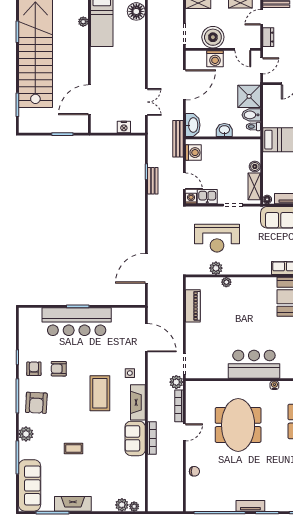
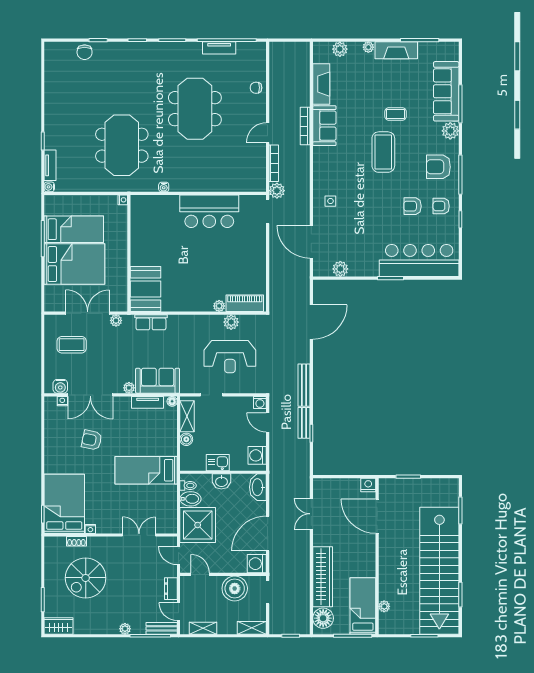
door: (262, 17) -> (179, 612), swing flipped
wardrobe: (137, 47) -> (323, 577), added
washing machine: (215, 59) -> (257, 564), moved, turned -90
door: (262, 66) -> (179, 555), hinge flipped
shower: (249, 96) -> (198, 525), width x1.37, depth x1.37
door: (89, 100) -> (377, 516), swing flipped
nightstand: (124, 127) -> (368, 485), moved
bench: (178, 139) -> (304, 385), moved
kitchen sink: (207, 197) -> (218, 463), moved, turned 180
reception desk: (217, 238) -> (230, 357), turned 180
piano: (193, 306) -> (245, 303), moved, turned 90
plant: (121, 314) -> (340, 269), added
bar counter: (77, 322) -> (419, 260), moved
bar counter: (254, 364) -> (209, 211), moved
armchair: (34, 369) -> (441, 206), turned 90
armchair: (59, 369) -> (413, 206), turned 180
coffee table: (100, 393) -> (383, 152), moved
fireplace: (138, 402) -> (321, 84), moved
armchair: (36, 403) -> (438, 167), turned -93
meeting table: (238, 425) -> (195, 109), moved
sofa: (30, 485) -> (446, 91), moved
plant: (134, 506) -> (368, 47), moved
tv unit: (250, 506) -> (219, 48), moved

